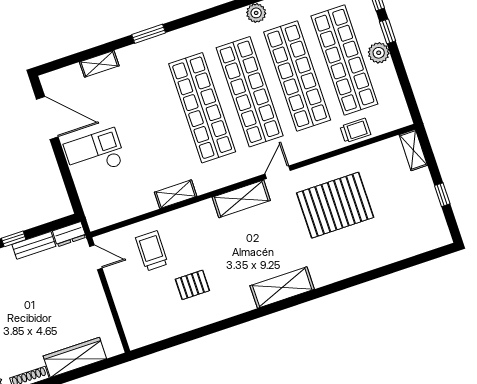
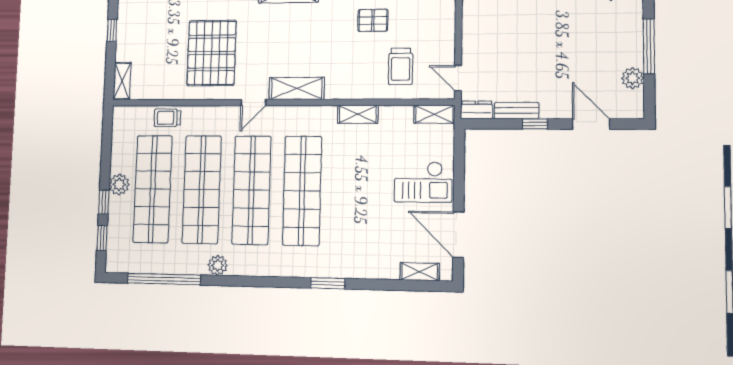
shelving: (99, 64) -> (420, 272), moved
pallet: (335, 205) -> (212, 53), turned 90
shelving: (106, 218) -> (434, 114), added

